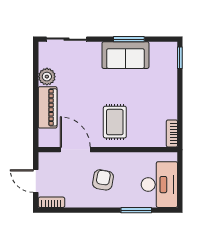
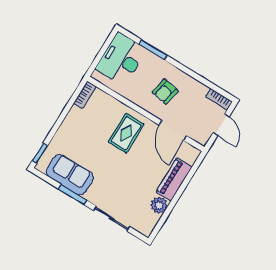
sliding door: (66, 39) -> (112, 219), moved
sofa: (125, 55) -> (70, 175), moved

